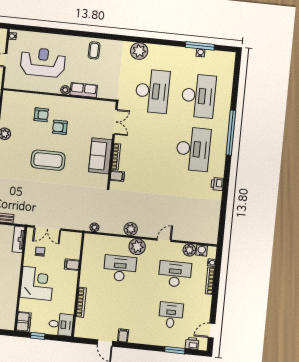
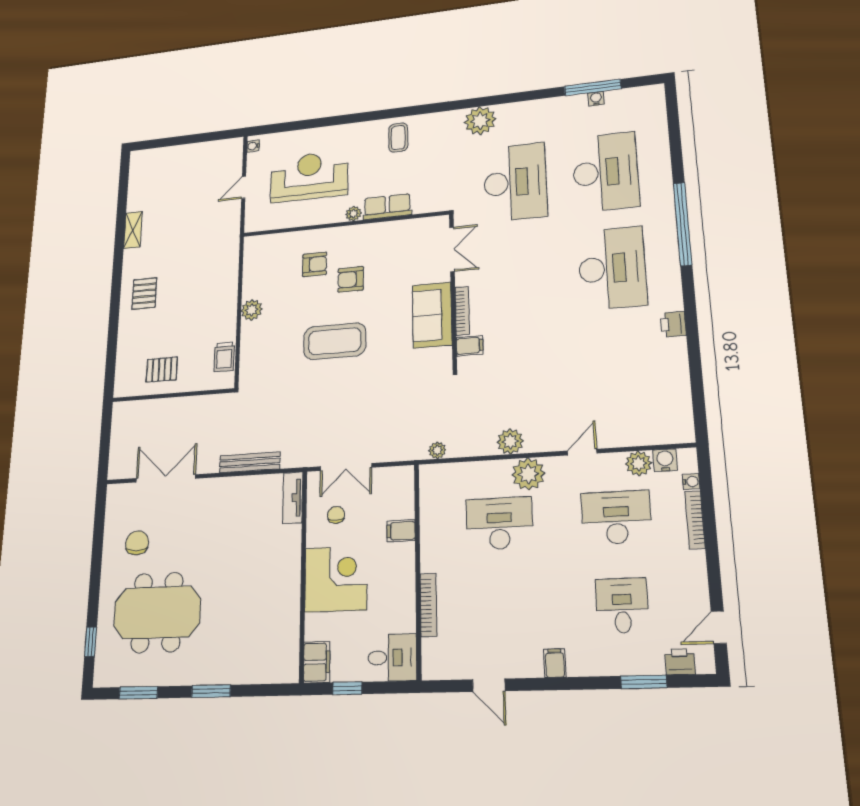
filing cabinet: (123, 335) -> (555, 663), moved

